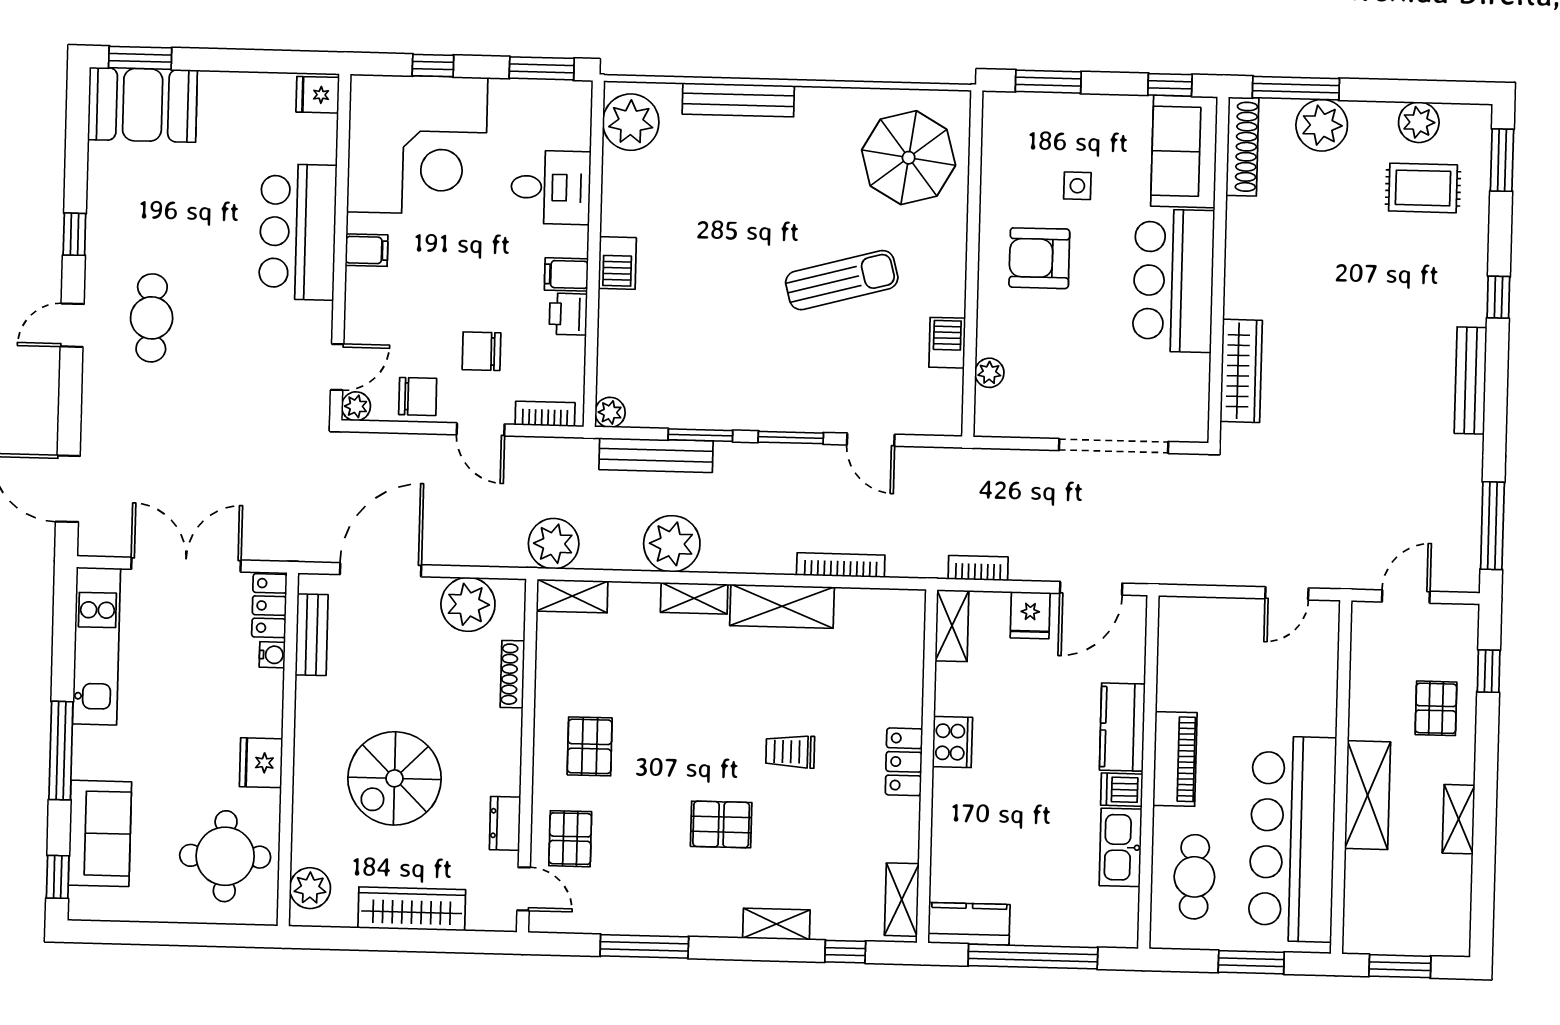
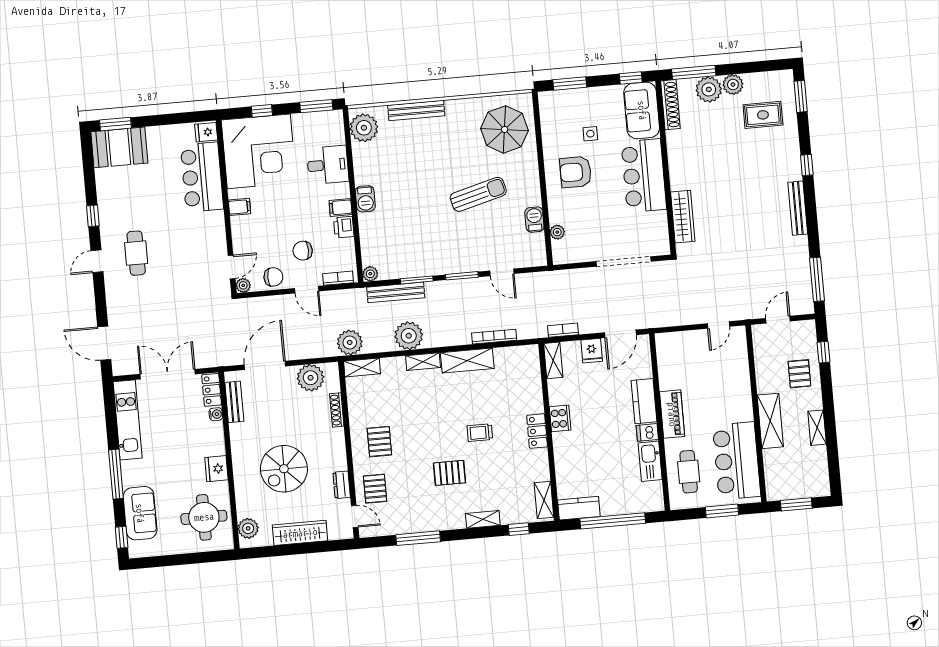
plant: (1419, 122) -> (733, 85), moved
bar counter: (298, 232) -> (202, 177), moved
bar counter: (1292, 839) -> (737, 461), width x0.73

